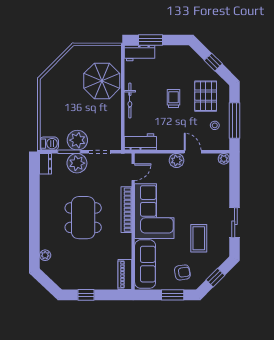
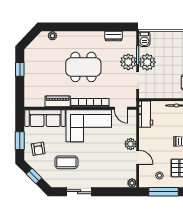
door: (193, 152) -> (138, 157), hinge flipped
dresser: (46, 164) -> (113, 36), moved
piano: (125, 274) -> (58, 101), moved

